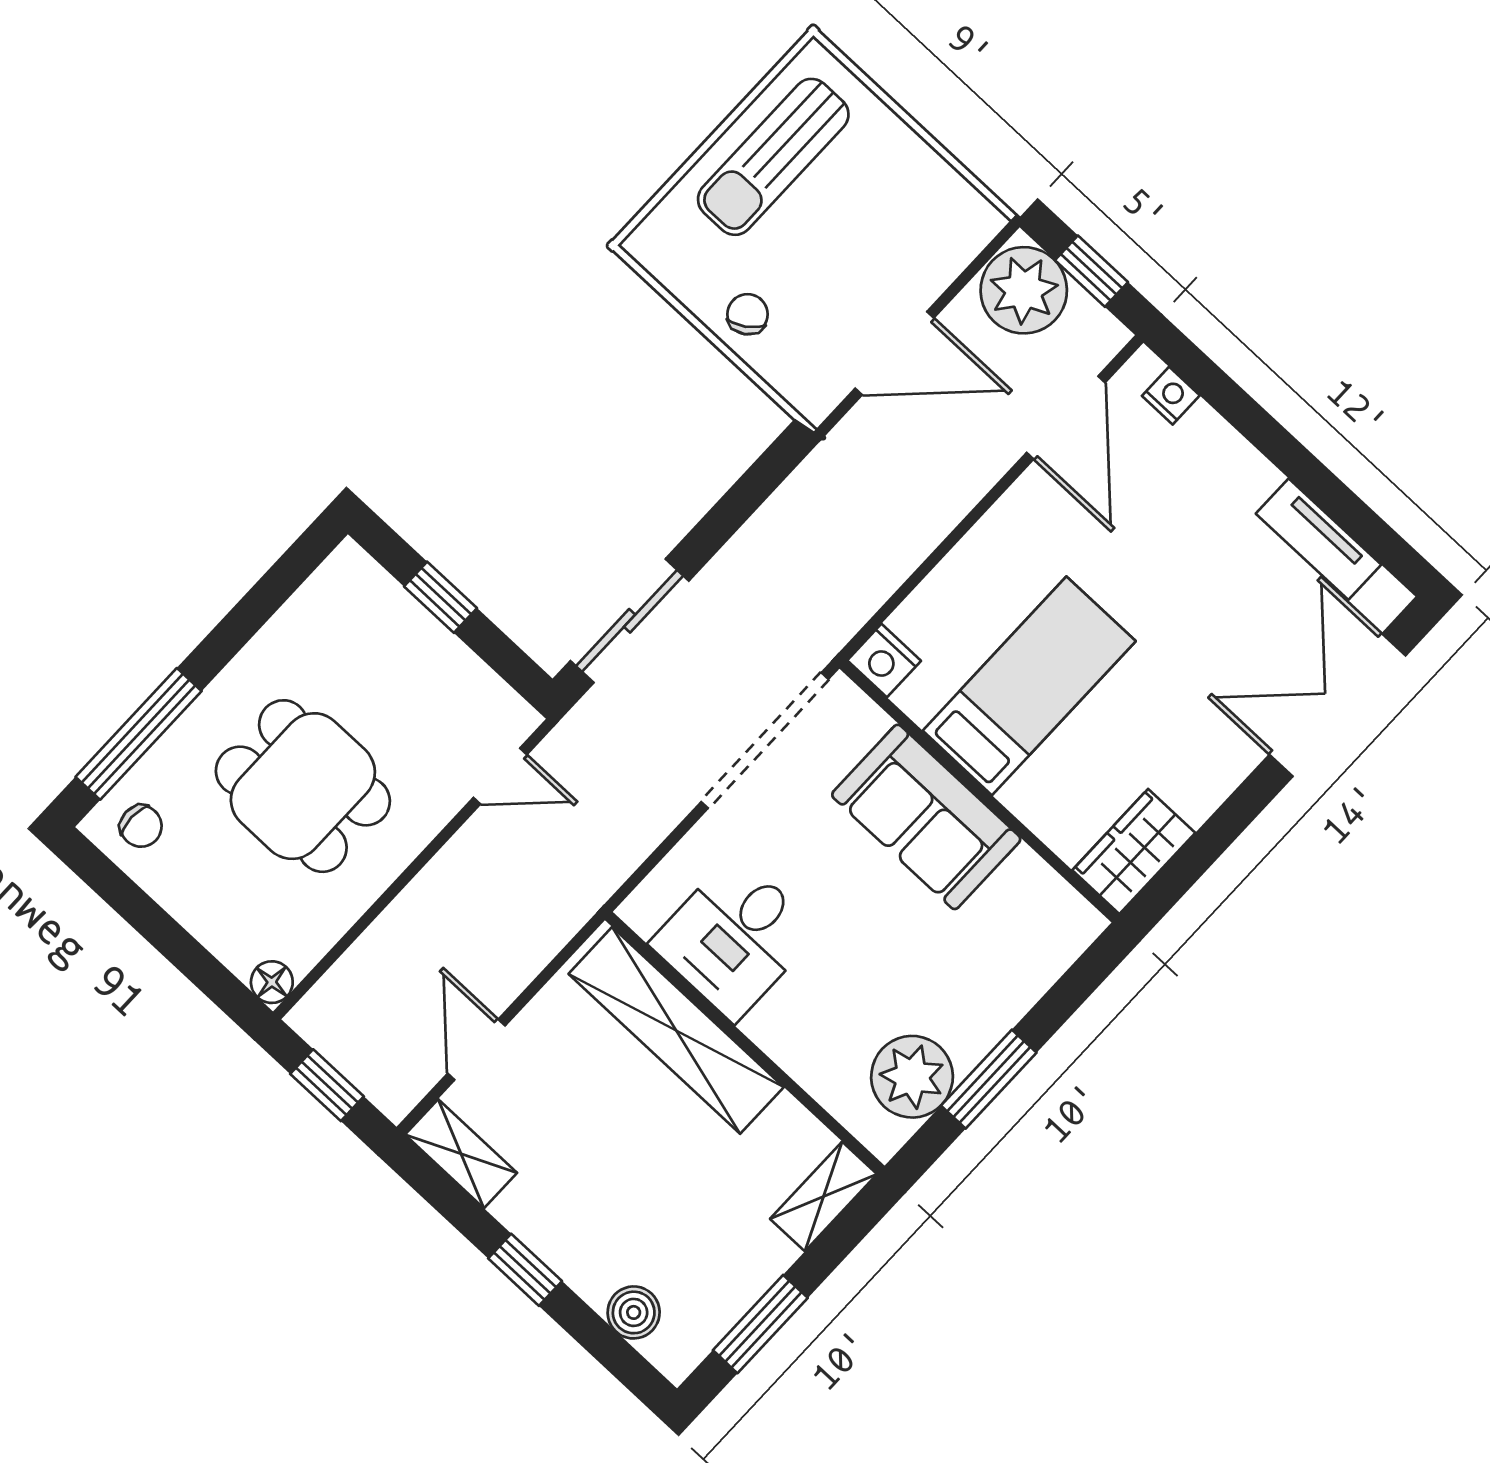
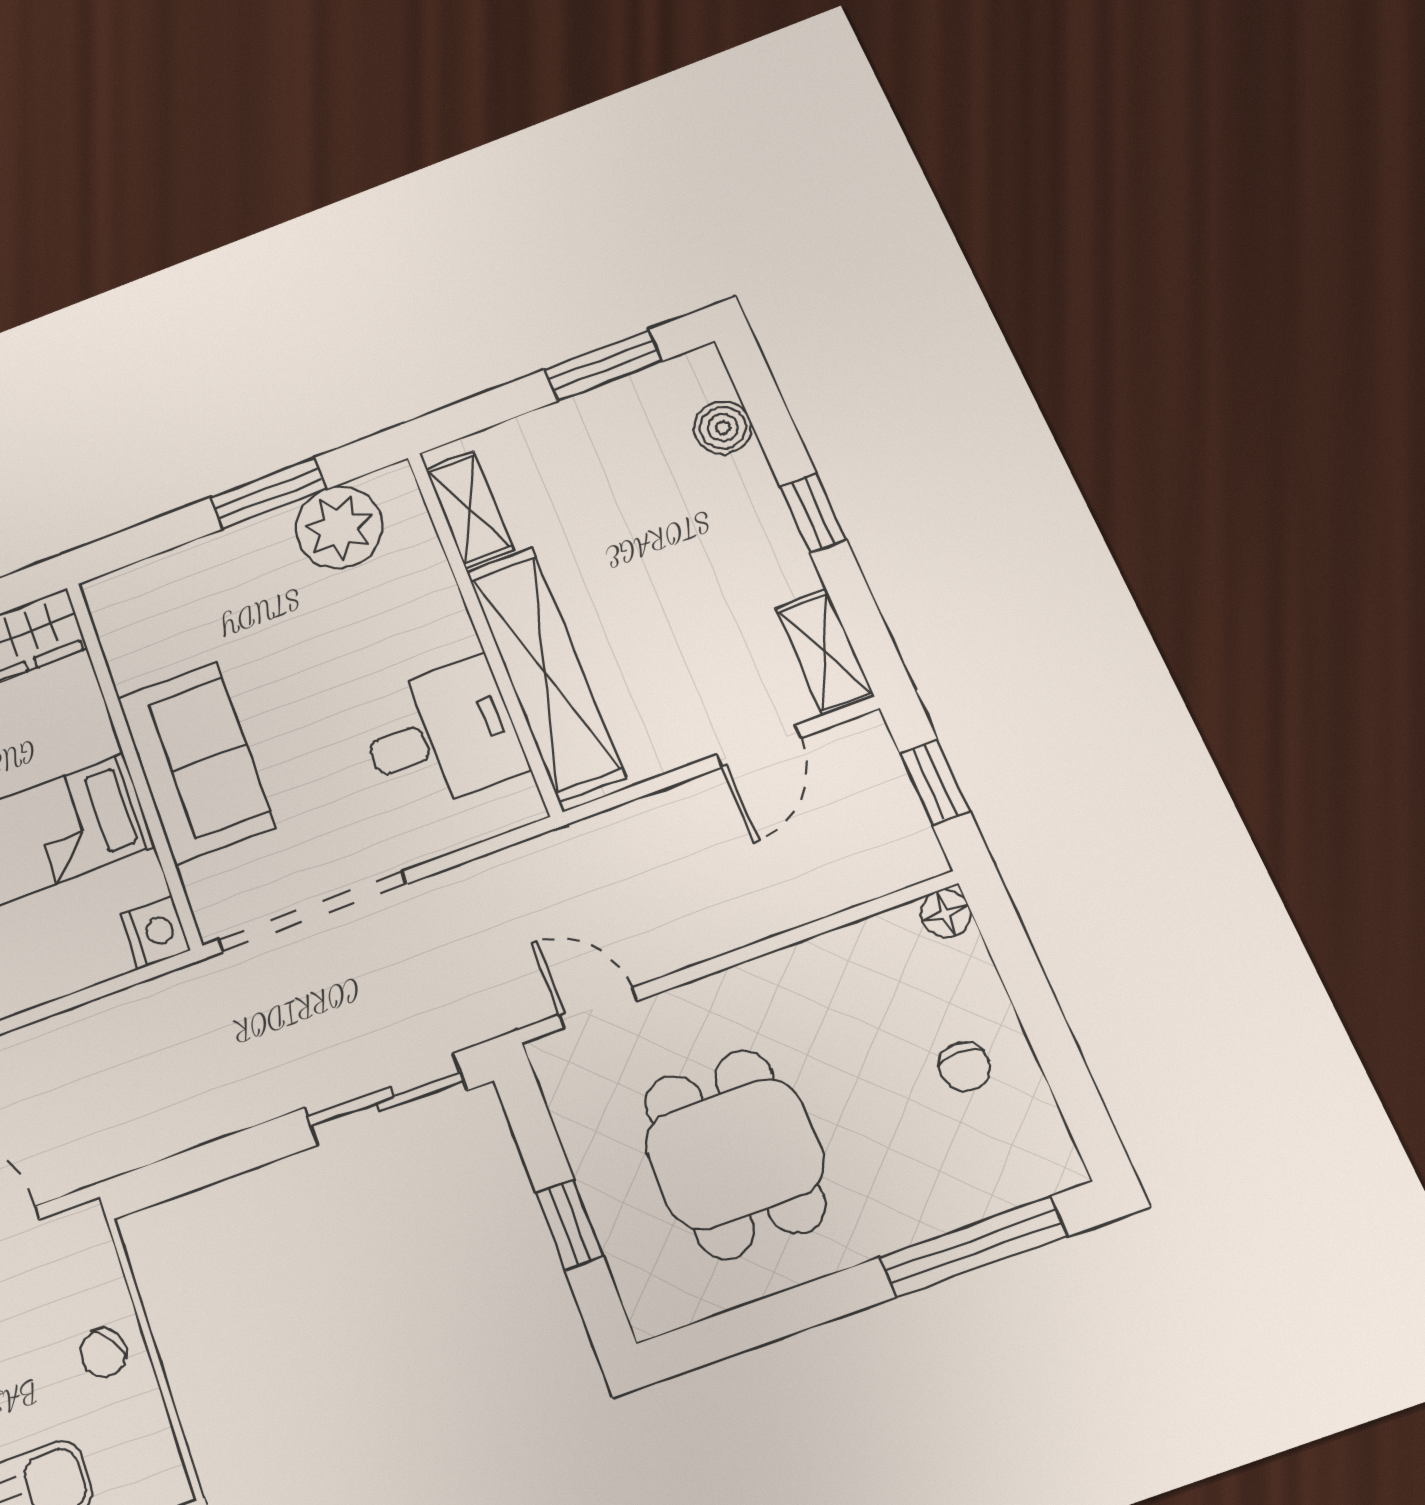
dining table: (303, 786) -> (735, 1154), moved
chair: (141, 826) -> (965, 1067), moved, turned 180
shelving: (824, 1197) -> (469, 509), moved, turned 90

